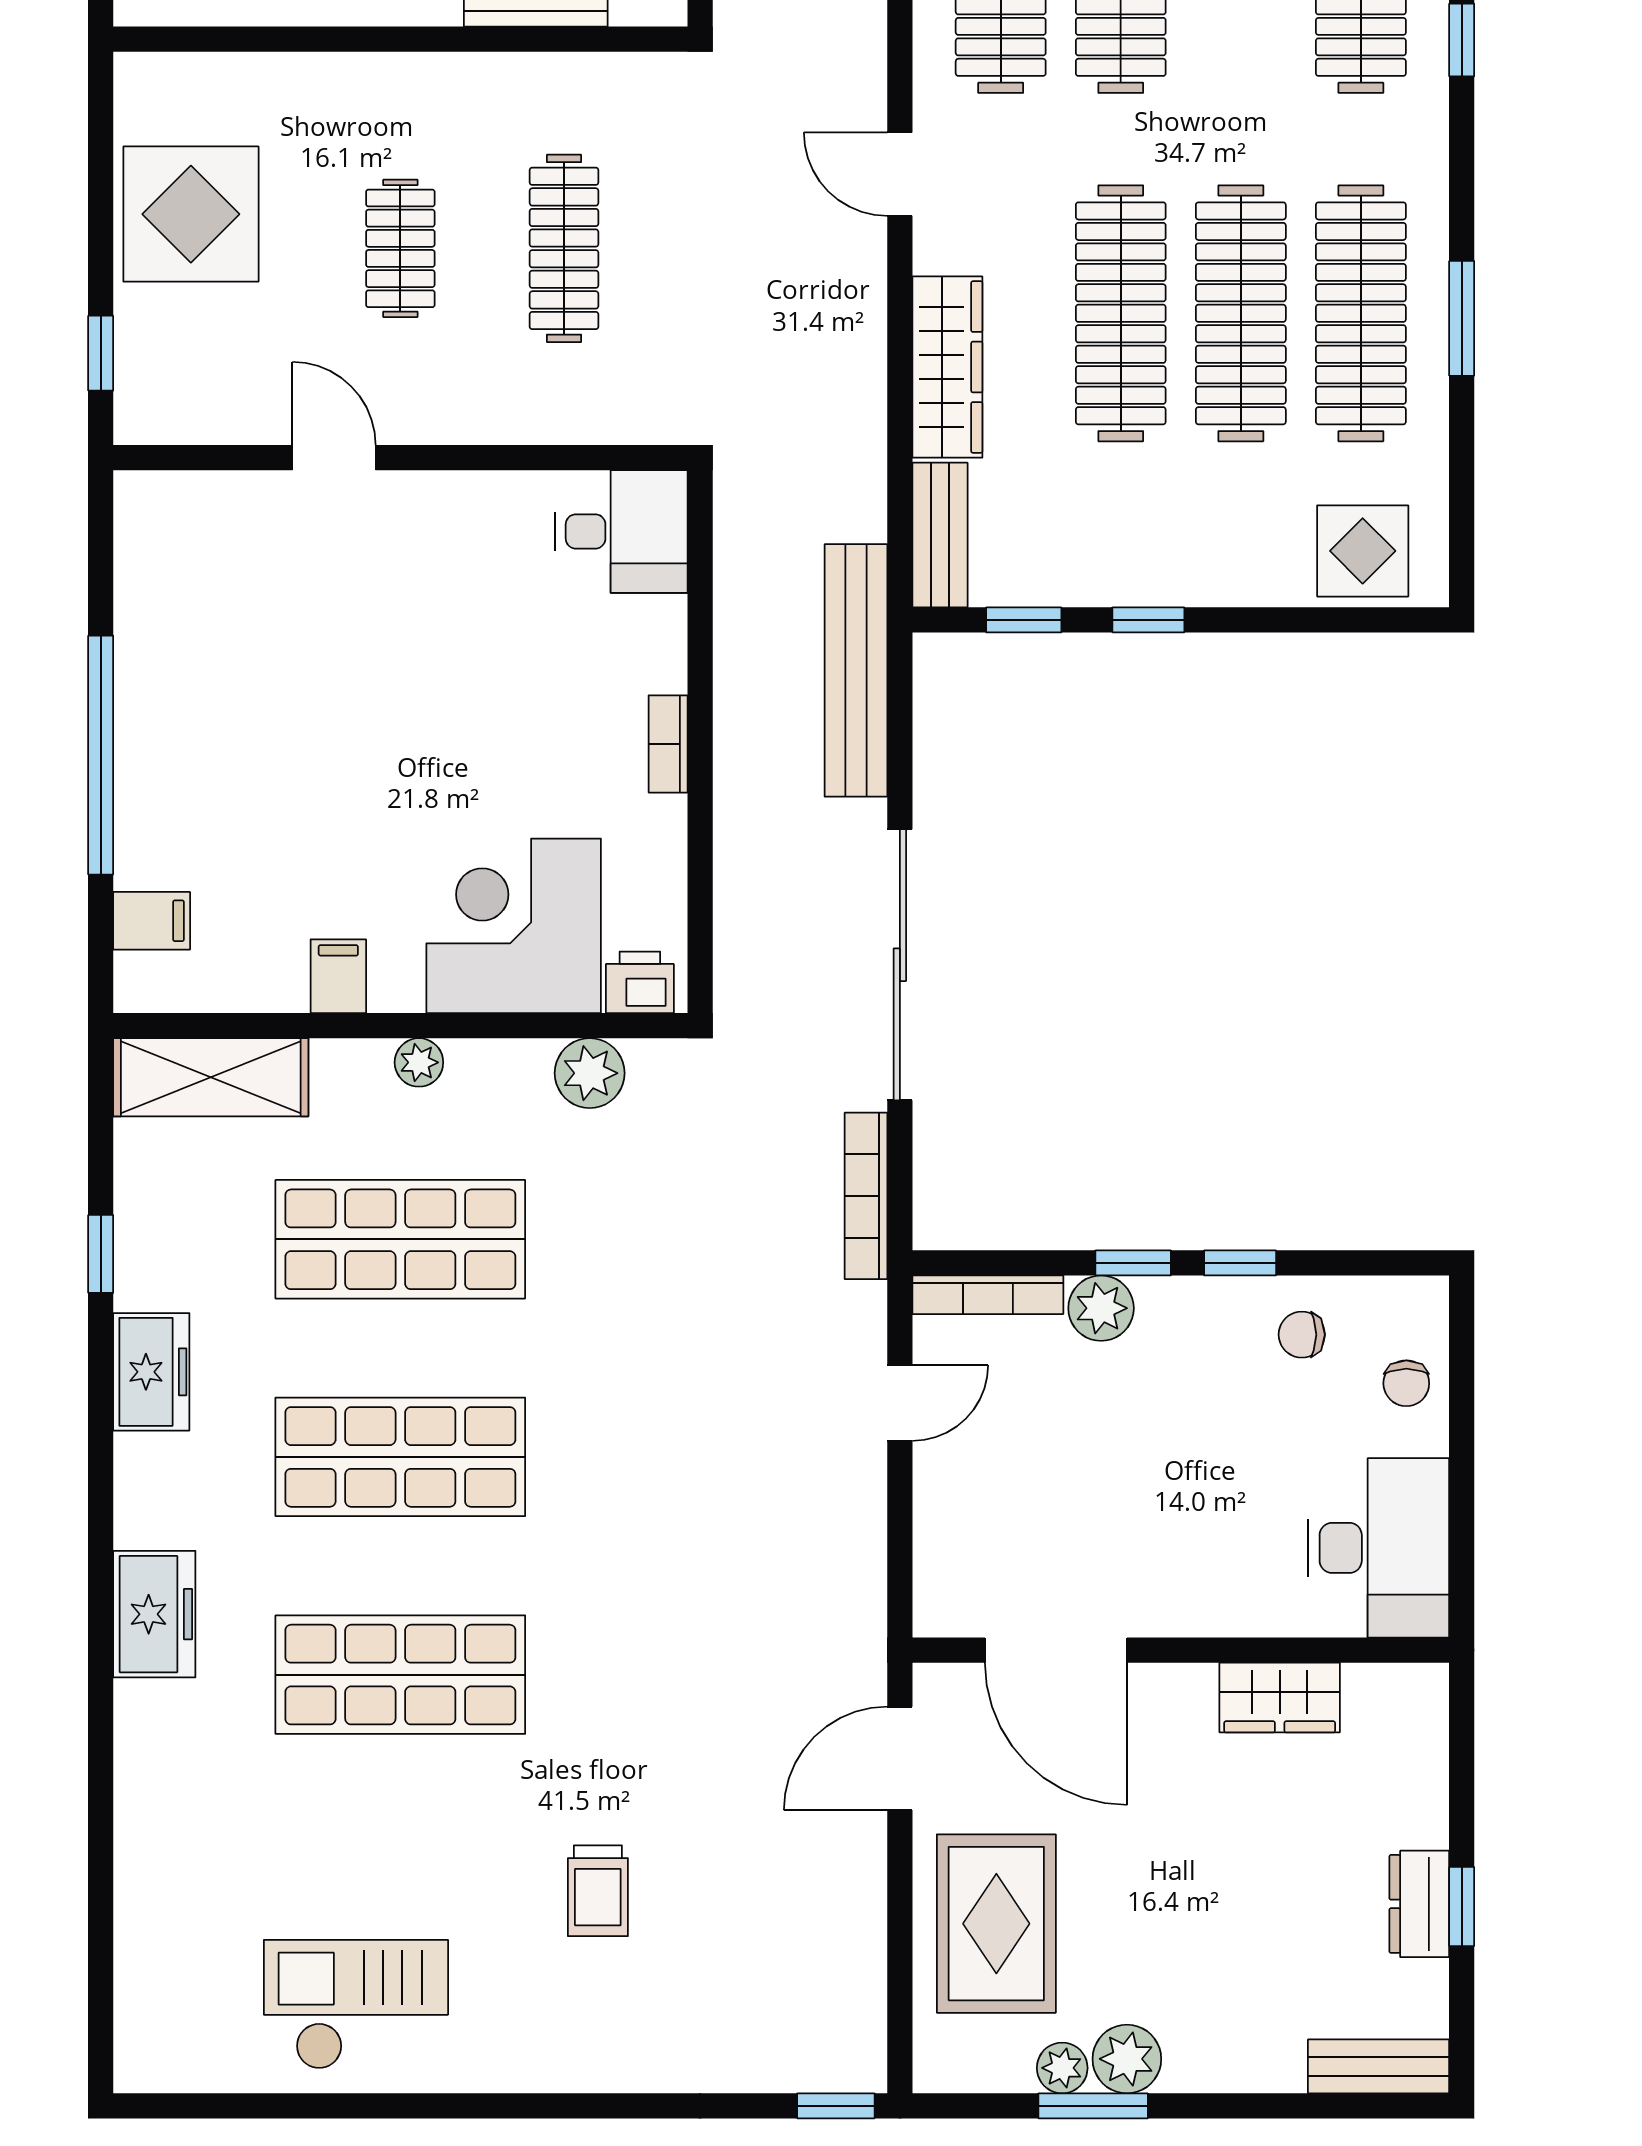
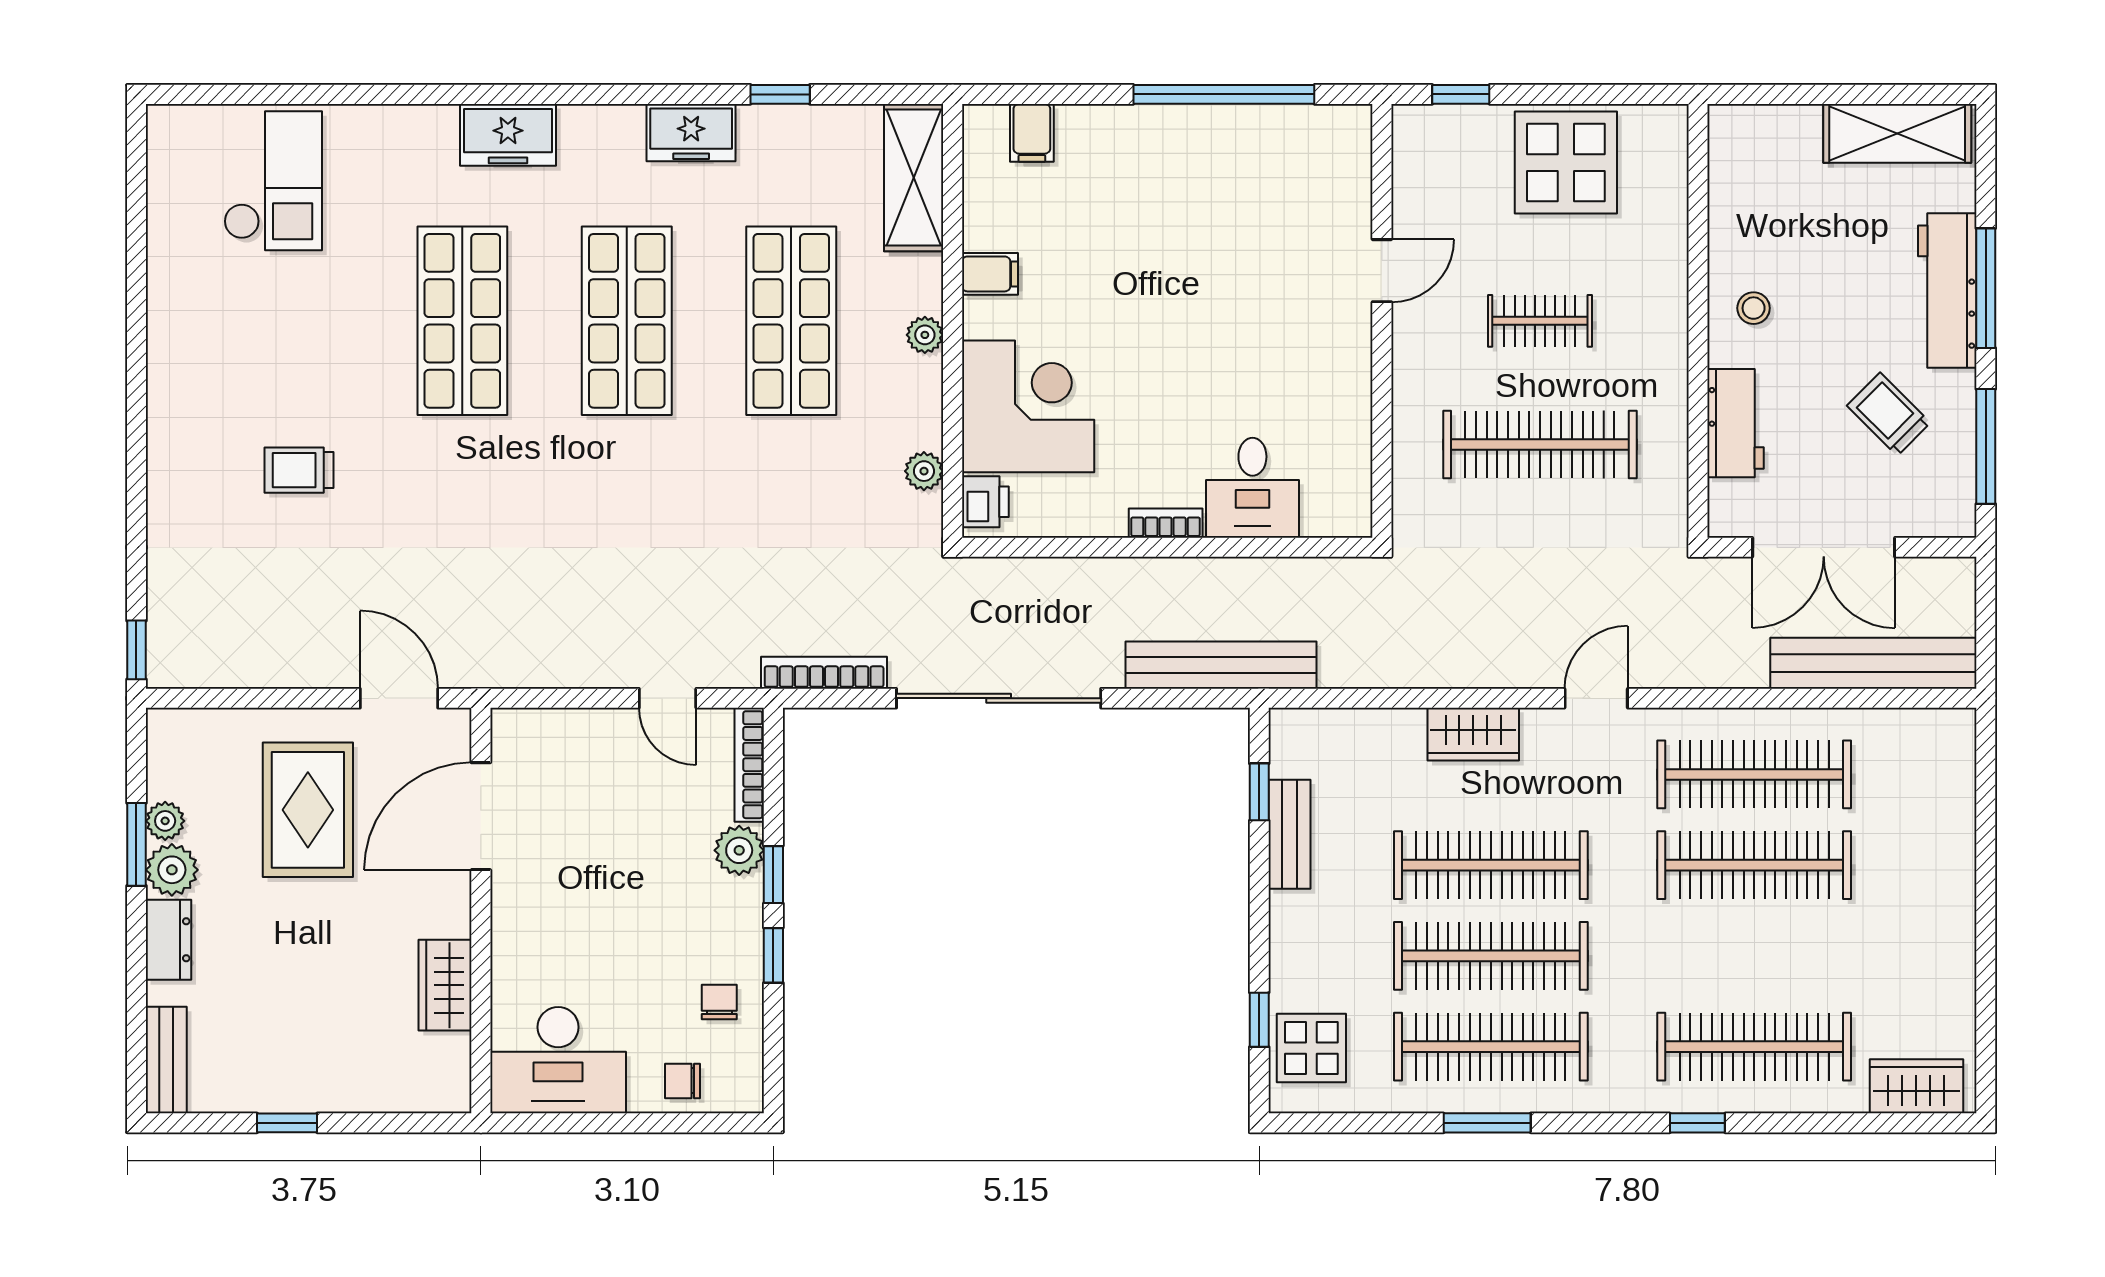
clothes rail: (564, 248) -> (1540, 445), width x1.37, depth x1.31
wardrobe: (947, 367) -> (1473, 734), width x0.67
desk: (621, 531) -> (1252, 488), moved
bench: (940, 535) -> (1290, 834), moved, turned 90
window: (1148, 620) -> (1259, 1020), moved
window: (101, 755) -> (1224, 94), moved
plant: (590, 1073) -> (924, 471), width x0.73, depth x0.73
dresser: (1419, 1904) -> (169, 940), moved, turned 90
rug: (996, 1924) -> (308, 810), moved, turned 90
checkout: (356, 2005) -> (273, 181), moved

